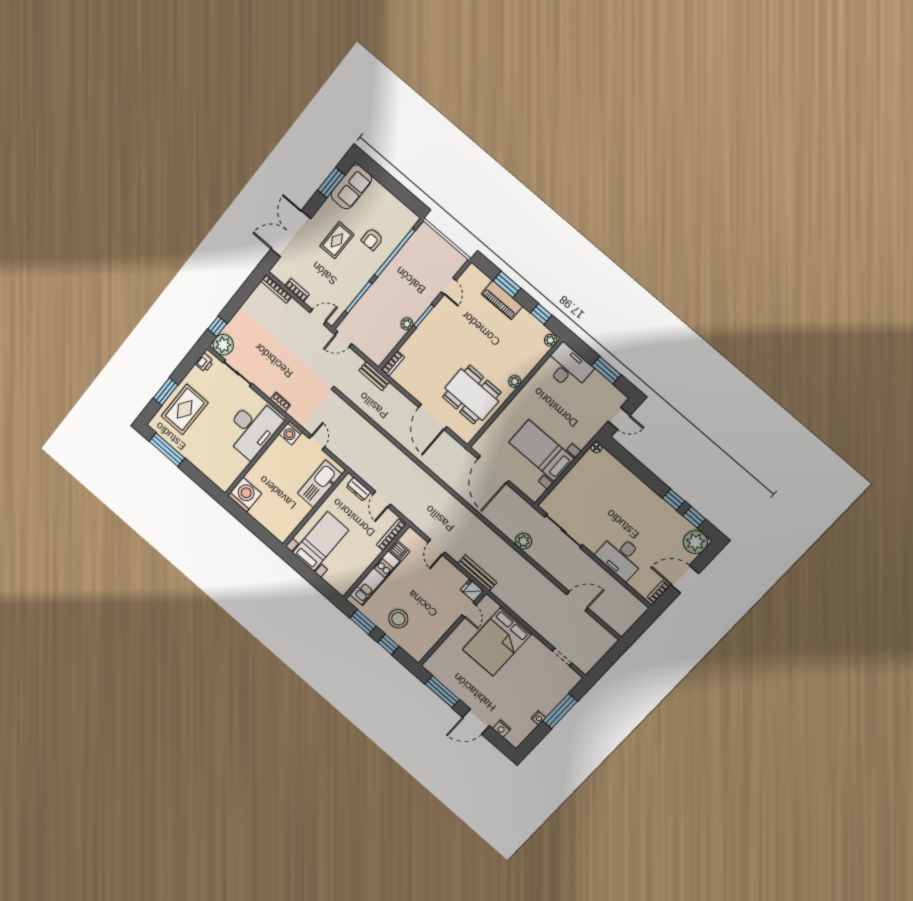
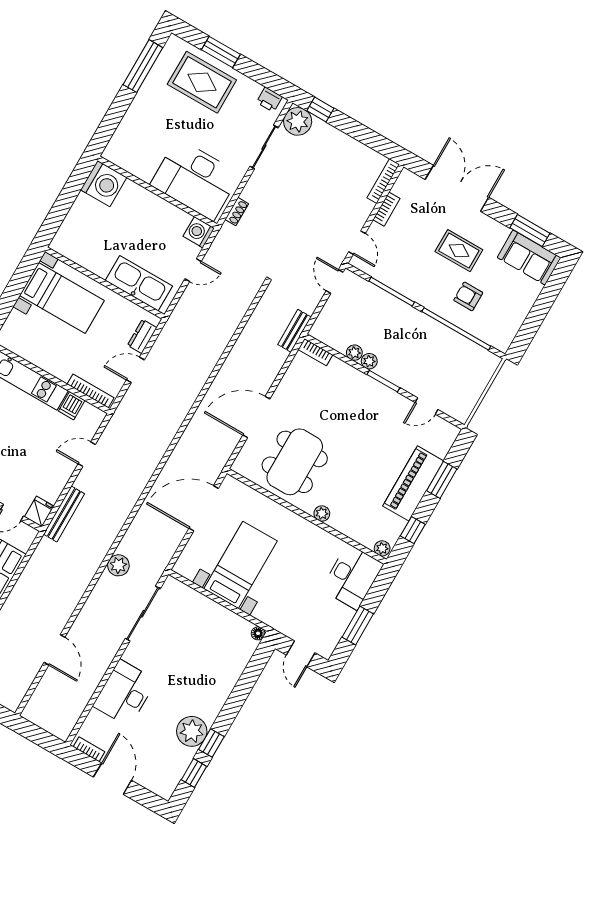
piano: (502, 300) -> (413, 483), width x1.37, depth x1.33
plant: (398, 334) -> (354, 353), added
plant: (695, 542) -> (192, 731), moved

